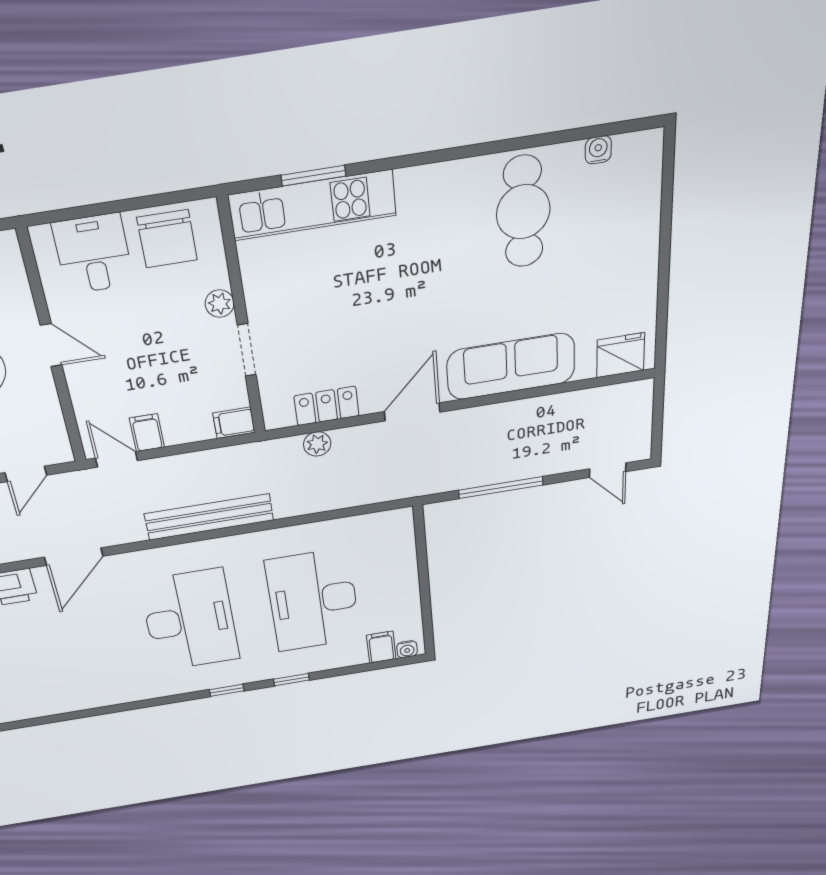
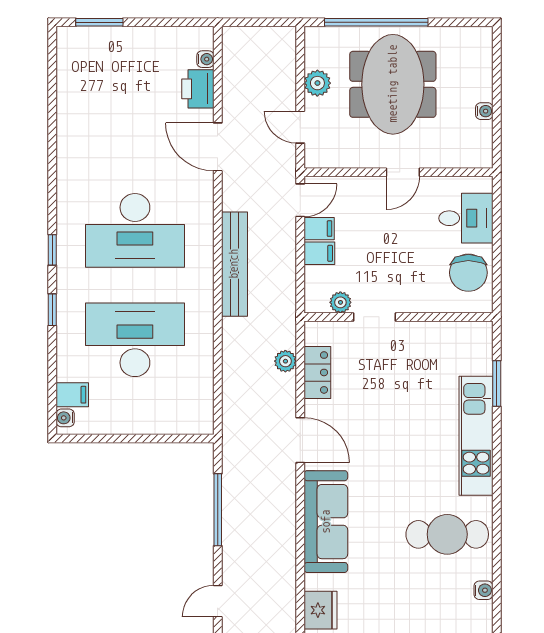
kitchen unit: (313, 205) -> (476, 436), moved
chair: (167, 239) -> (468, 273), turned -90
plant: (220, 304) -> (340, 302), moved
filing cabinet: (234, 423) -> (319, 253), moved, turned 90

